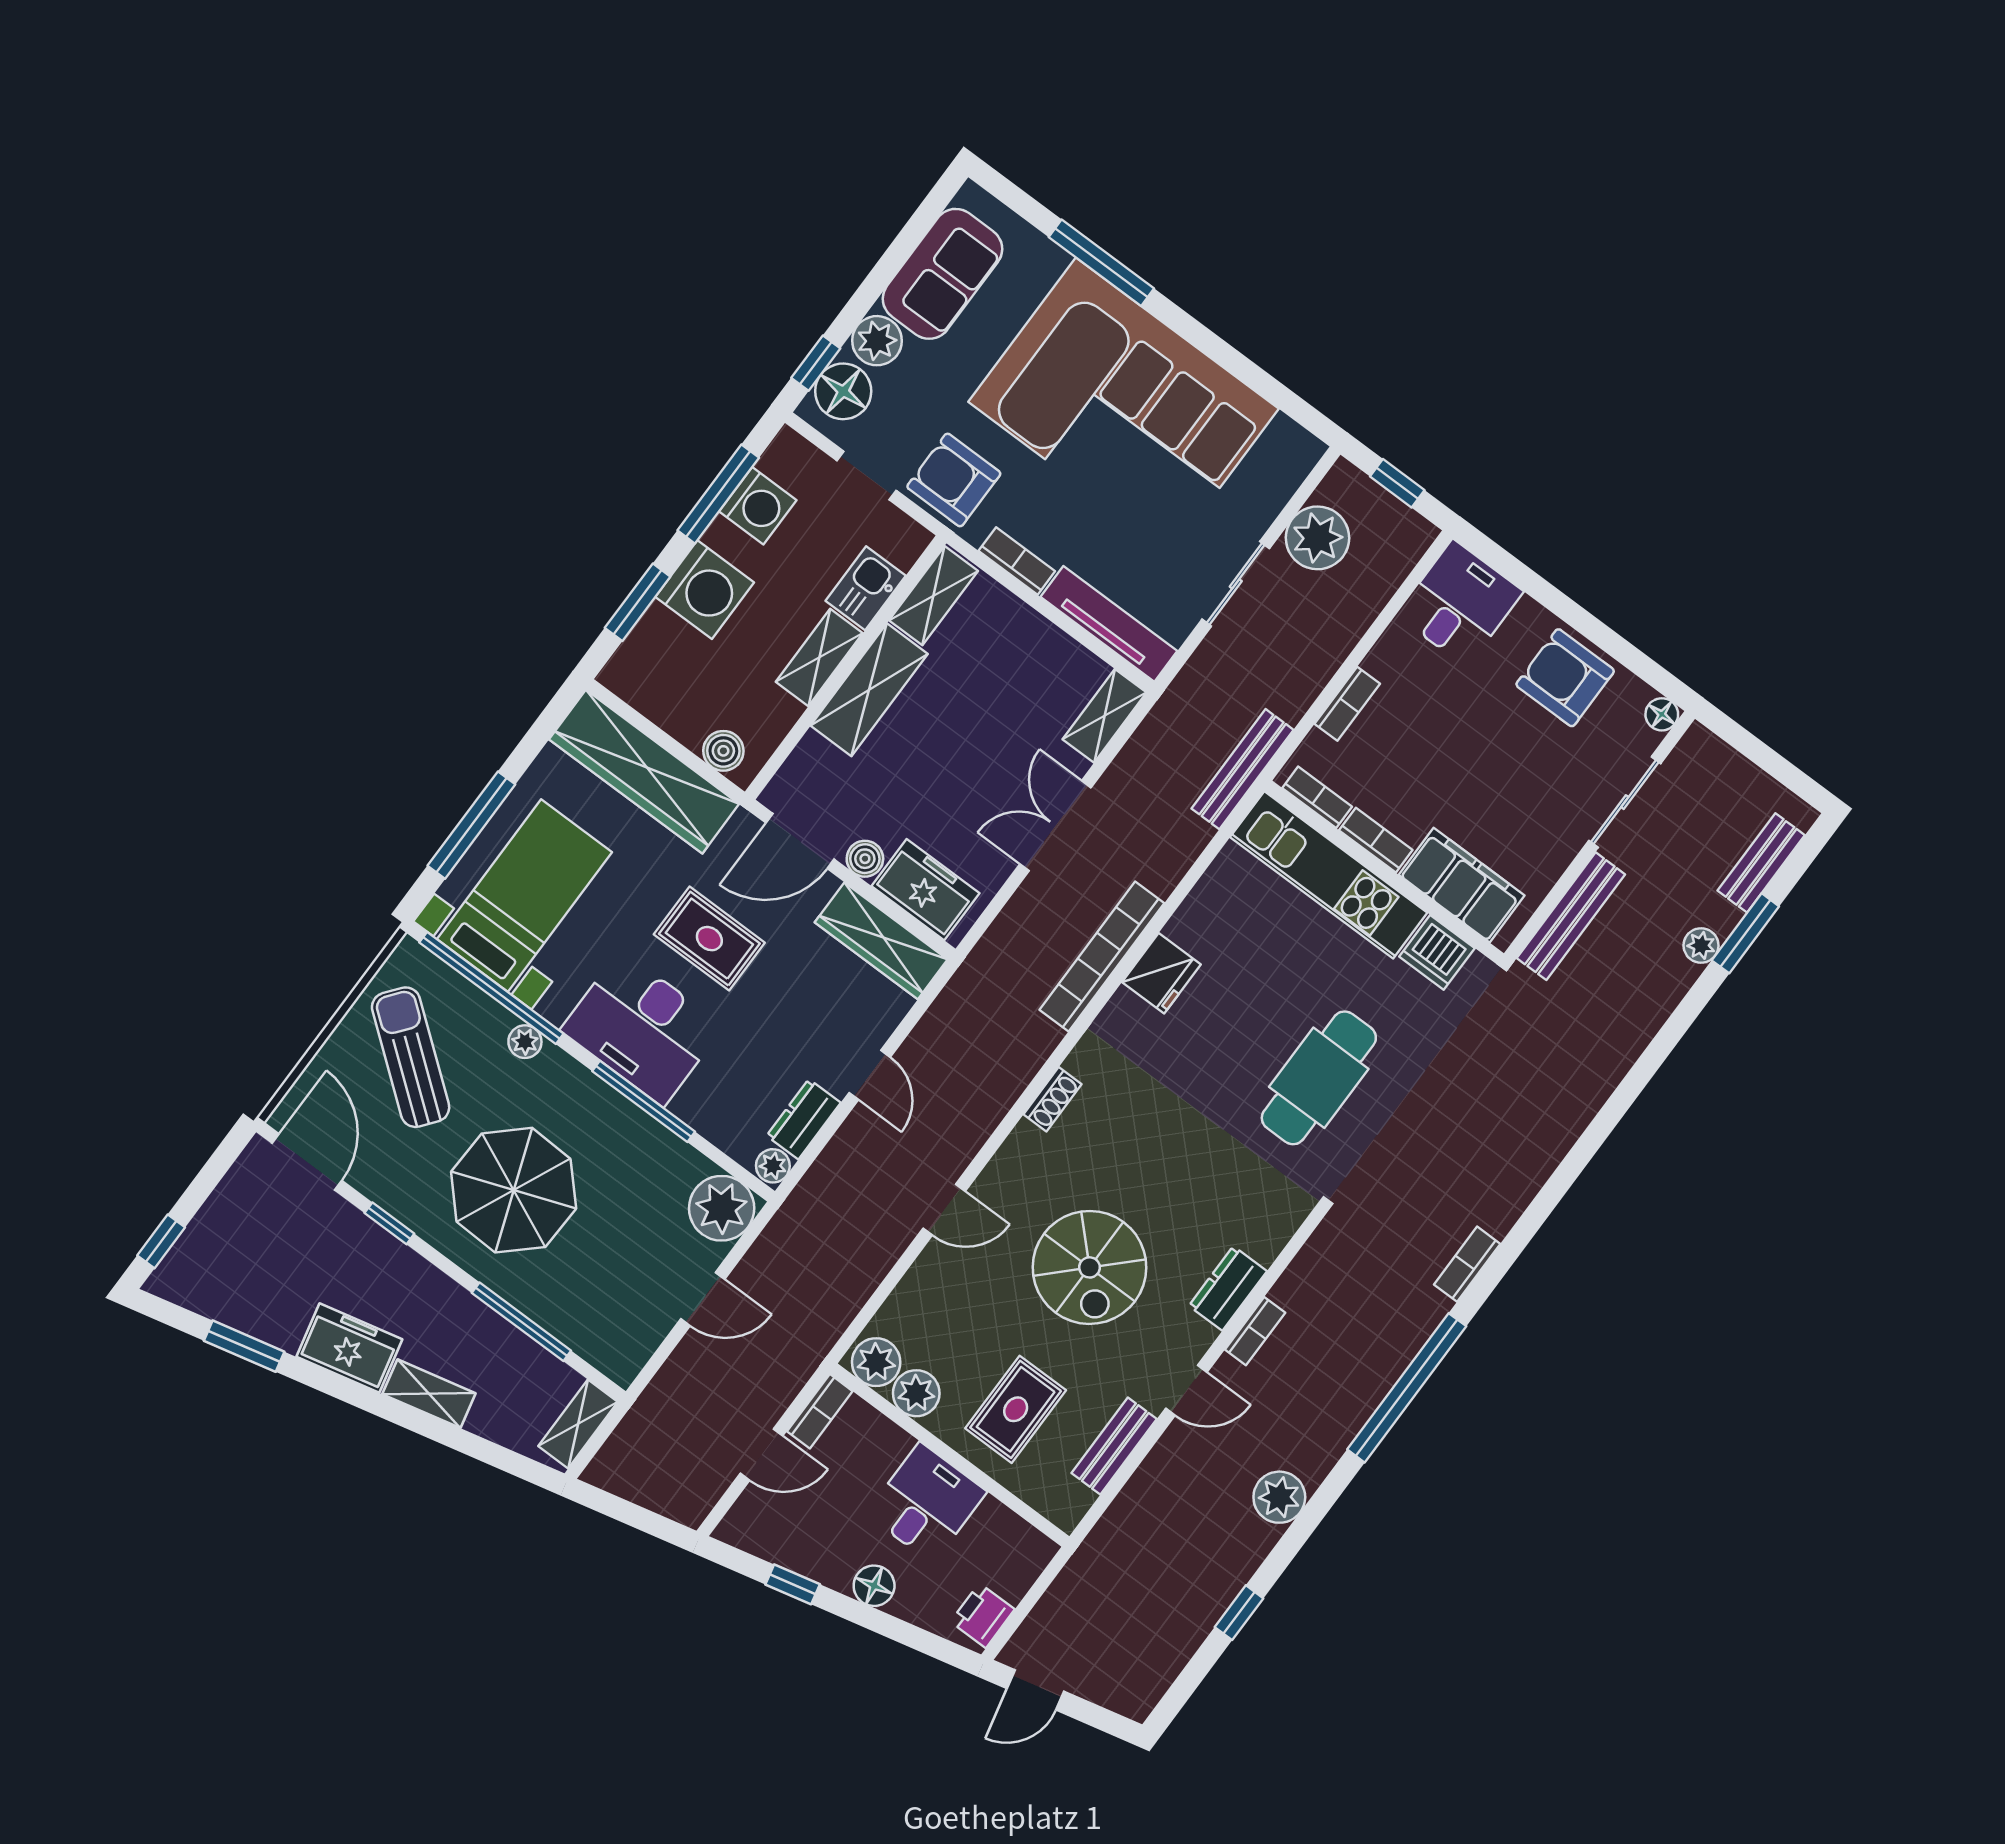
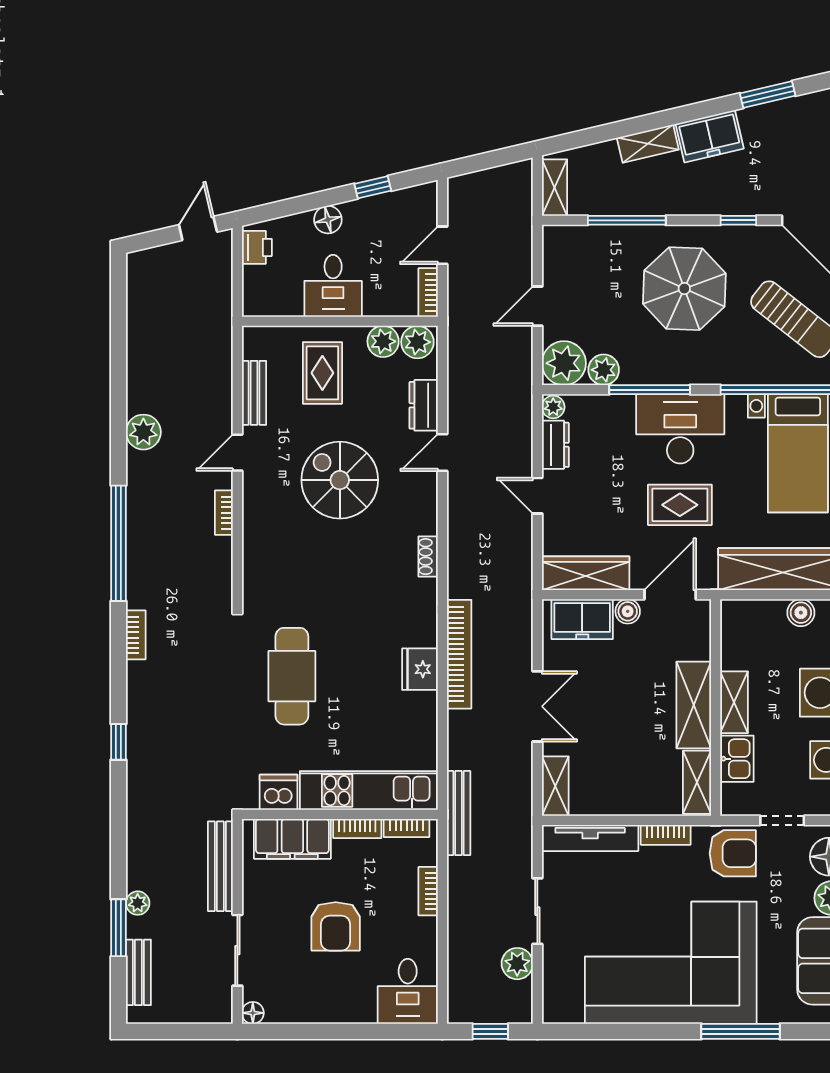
plant: (1317, 538) -> (517, 964), width x0.73, depth x0.73
armchair: (1565, 678) -> (336, 926), moved, turned 90
boiler: (723, 751) -> (801, 613), moved
plant: (525, 1042) -> (604, 370), moved, width x1.38, depth x1.38
dresser: (1228, 1288) -> (424, 405), moved, turned 180
window: (1239, 1613) -> (118, 742), moved

